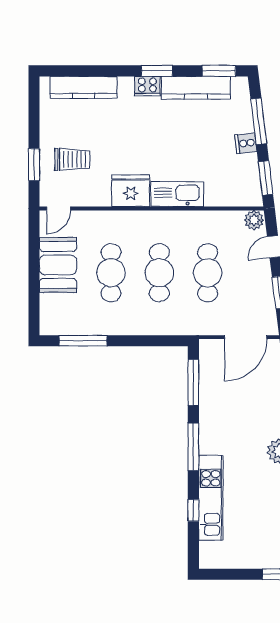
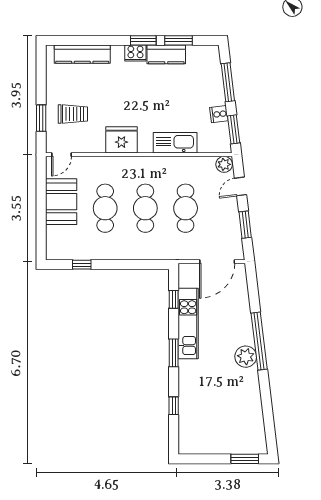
window: (219, 71) -> (179, 40), moved
kitchen counter: (196, 88) -> (166, 54), width x0.67
cooker: (246, 143) -> (219, 114), moved
kitchen sink: (177, 194) -> (175, 143), moved
window: (83, 341) -> (82, 265), width x0.46
window: (193, 382) -> (174, 299), width x0.46
window: (193, 447) -> (174, 353), width x0.69
kitchen unit: (211, 498) -> (188, 324), moved

